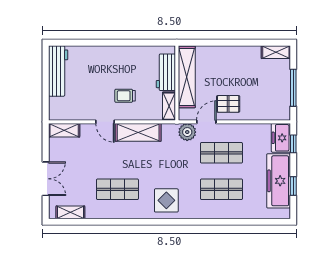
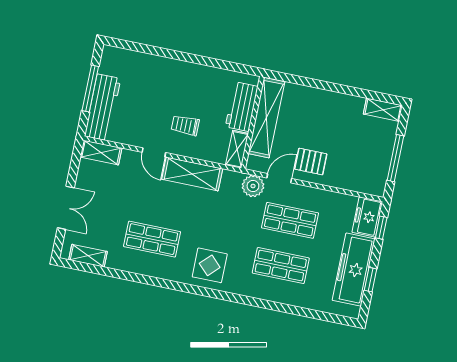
workbench: (58, 71) -> (103, 107), moved
window: (46, 82) -> (90, 89), added

